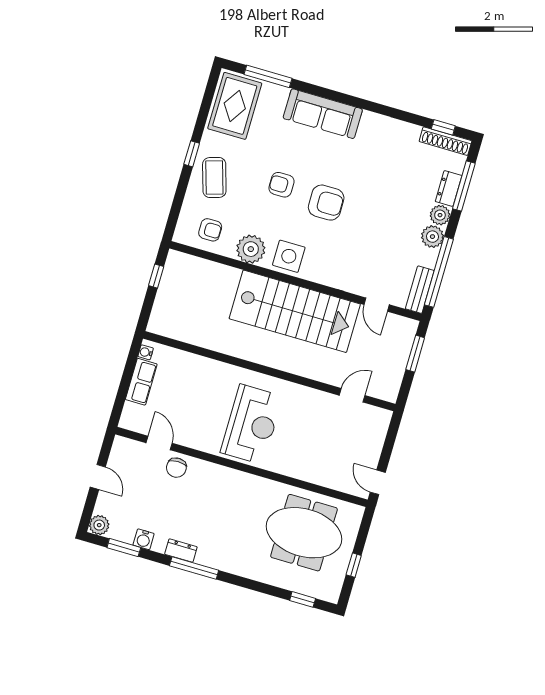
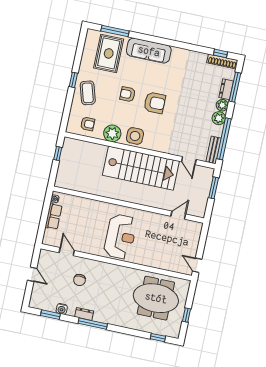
rug: (235, 106) -> (109, 53), moved
chair: (176, 468) -> (80, 280), moved
plant: (99, 525) -> (35, 302), removed

